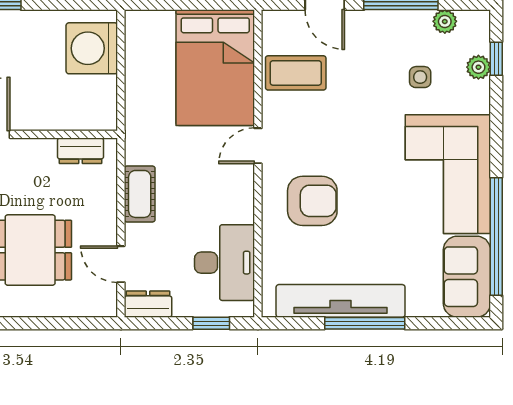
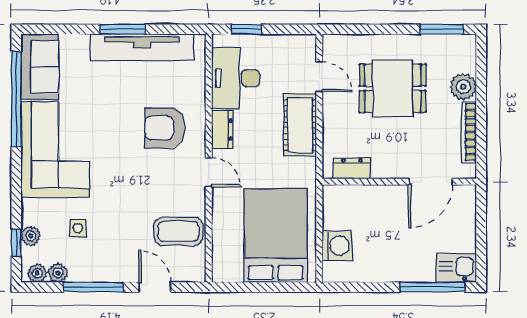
plant: (470, 21) -> (37, 273), added
washing machine: (92, 48) -> (337, 246), width x0.73, depth x0.73
bed: (215, 68) -> (276, 236), moved
door: (258, 146) -> (209, 172), hinge flipped
cot: (140, 194) -> (300, 125), width x1.37, depth x1.34
dresser: (148, 304) -> (222, 130), moved, turned -90
window: (365, 323) -> (123, 29), width x0.69

